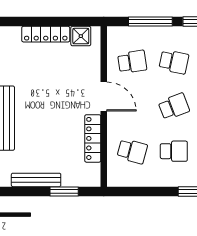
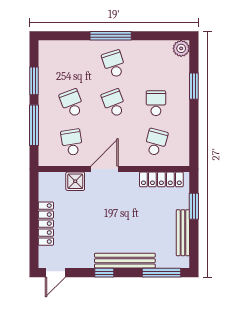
shower: (81, 36) -> (75, 181), moved
school desk: (174, 62) -> (72, 103), turned -33
locker: (93, 138) -> (161, 179), moved

